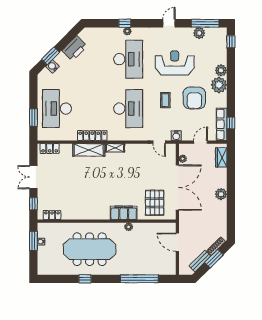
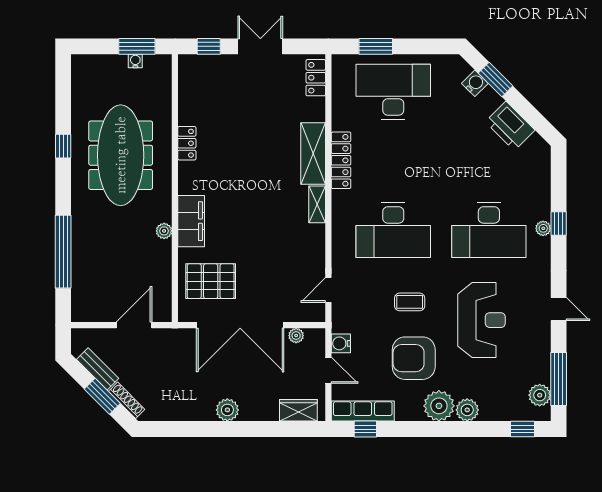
plant: (199, 33) -> (540, 395), moved
water cooler: (176, 136) -> (341, 343), moved
locker: (52, 215) -> (187, 143), moved

